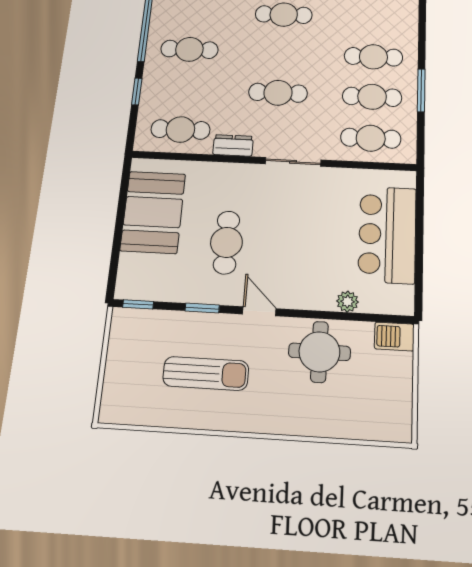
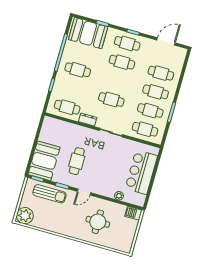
cafe table: (375, 18) -> (161, 73), added
booth: (153, 212) -> (44, 161), moved
door: (259, 311) -> (84, 192), swing flipped
round table: (319, 352) -> (98, 222), moved
sun lounger: (206, 373) -> (49, 194), moved
plant: (121, 403) -> (25, 216), added

